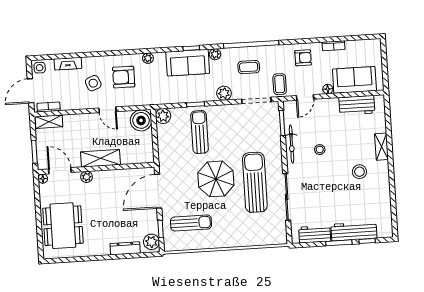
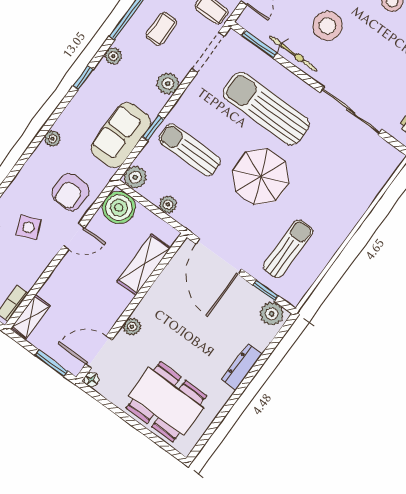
sofa: (188, 63) -> (121, 135), moved, turned 180
armchair: (124, 77) -> (70, 192), moved
plant: (163, 144) -> (168, 205), added
stool: (320, 150) -> (327, 26), width x1.89, depth x1.89
shelving: (101, 158) -> (144, 265), moved
sun lounger: (255, 182) -> (266, 109), moved
dresser: (125, 248) -> (242, 367), moved

